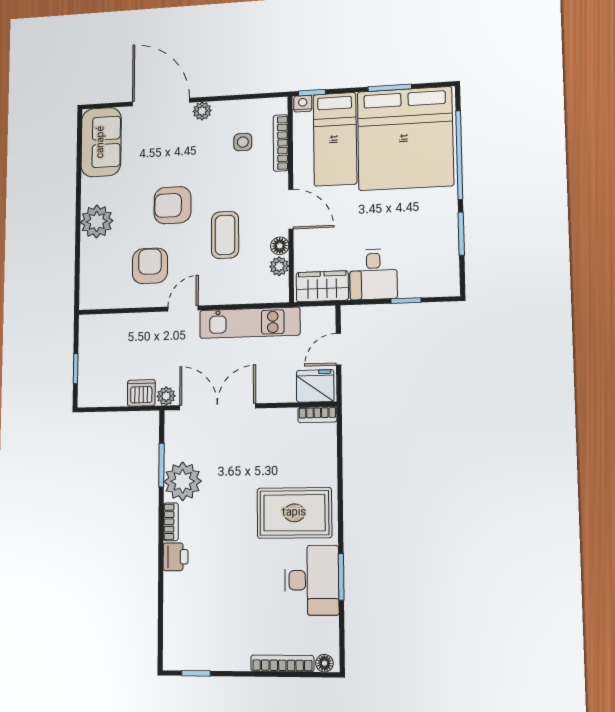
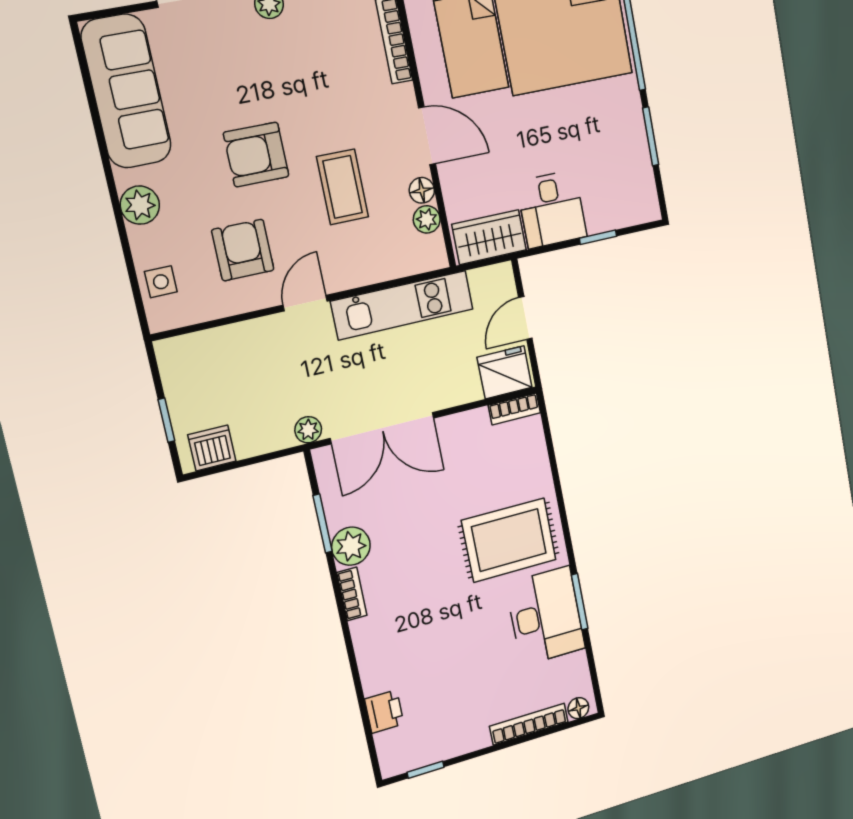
sofa: (101, 142) -> (126, 91), width x1.36
side table: (243, 142) -> (161, 282), moved
plant: (97, 221) -> (140, 205), width x0.73, depth x0.73
dishwasher: (141, 393) -> (212, 448), moved
double door: (217, 407) -> (382, 428), swing flipped
plant: (183, 481) -> (351, 546), width x0.73, depth x0.73
printer: (175, 557) -> (384, 711), moved

